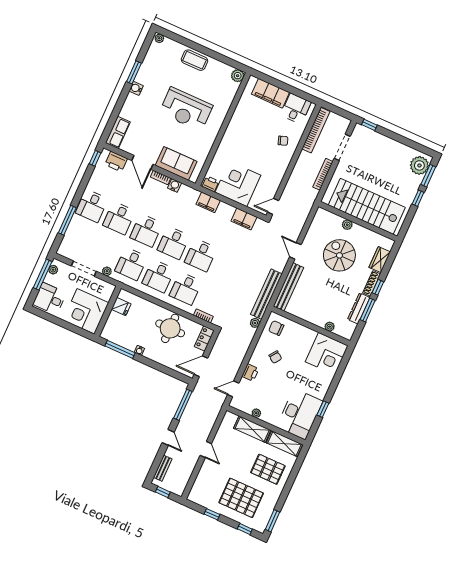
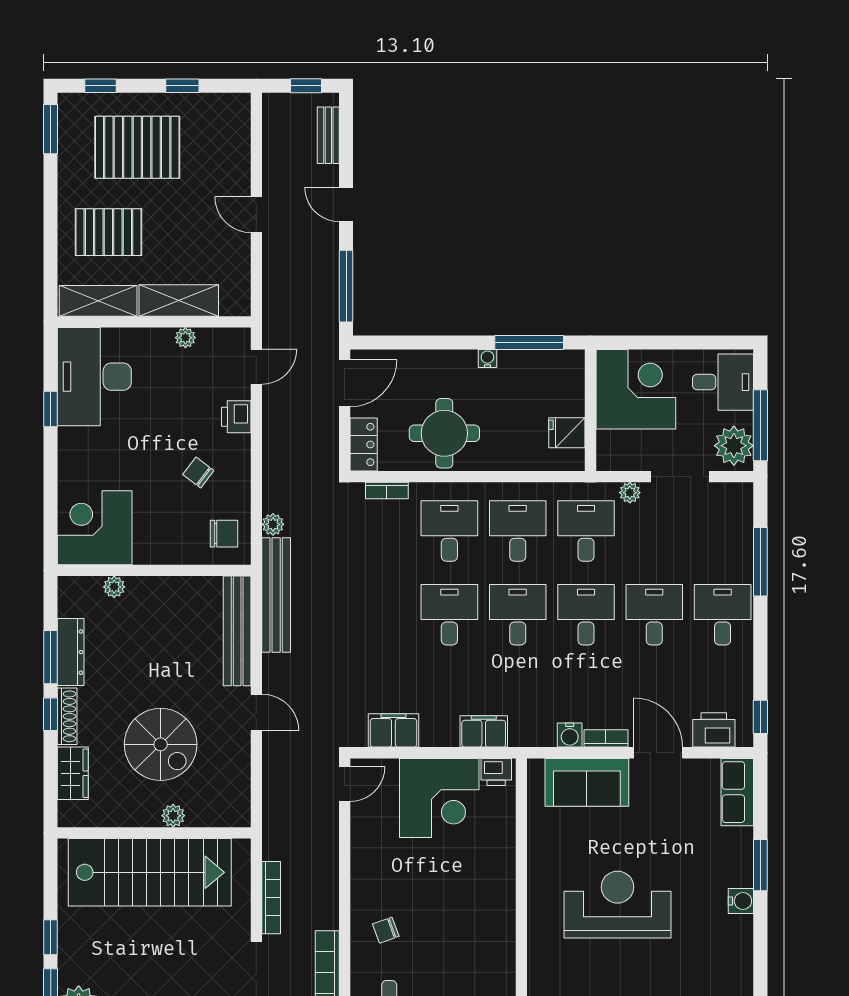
window: (134, 72) -> (760, 865), moved
plant: (53, 270) -> (734, 446), width x1.87, depth x1.87

